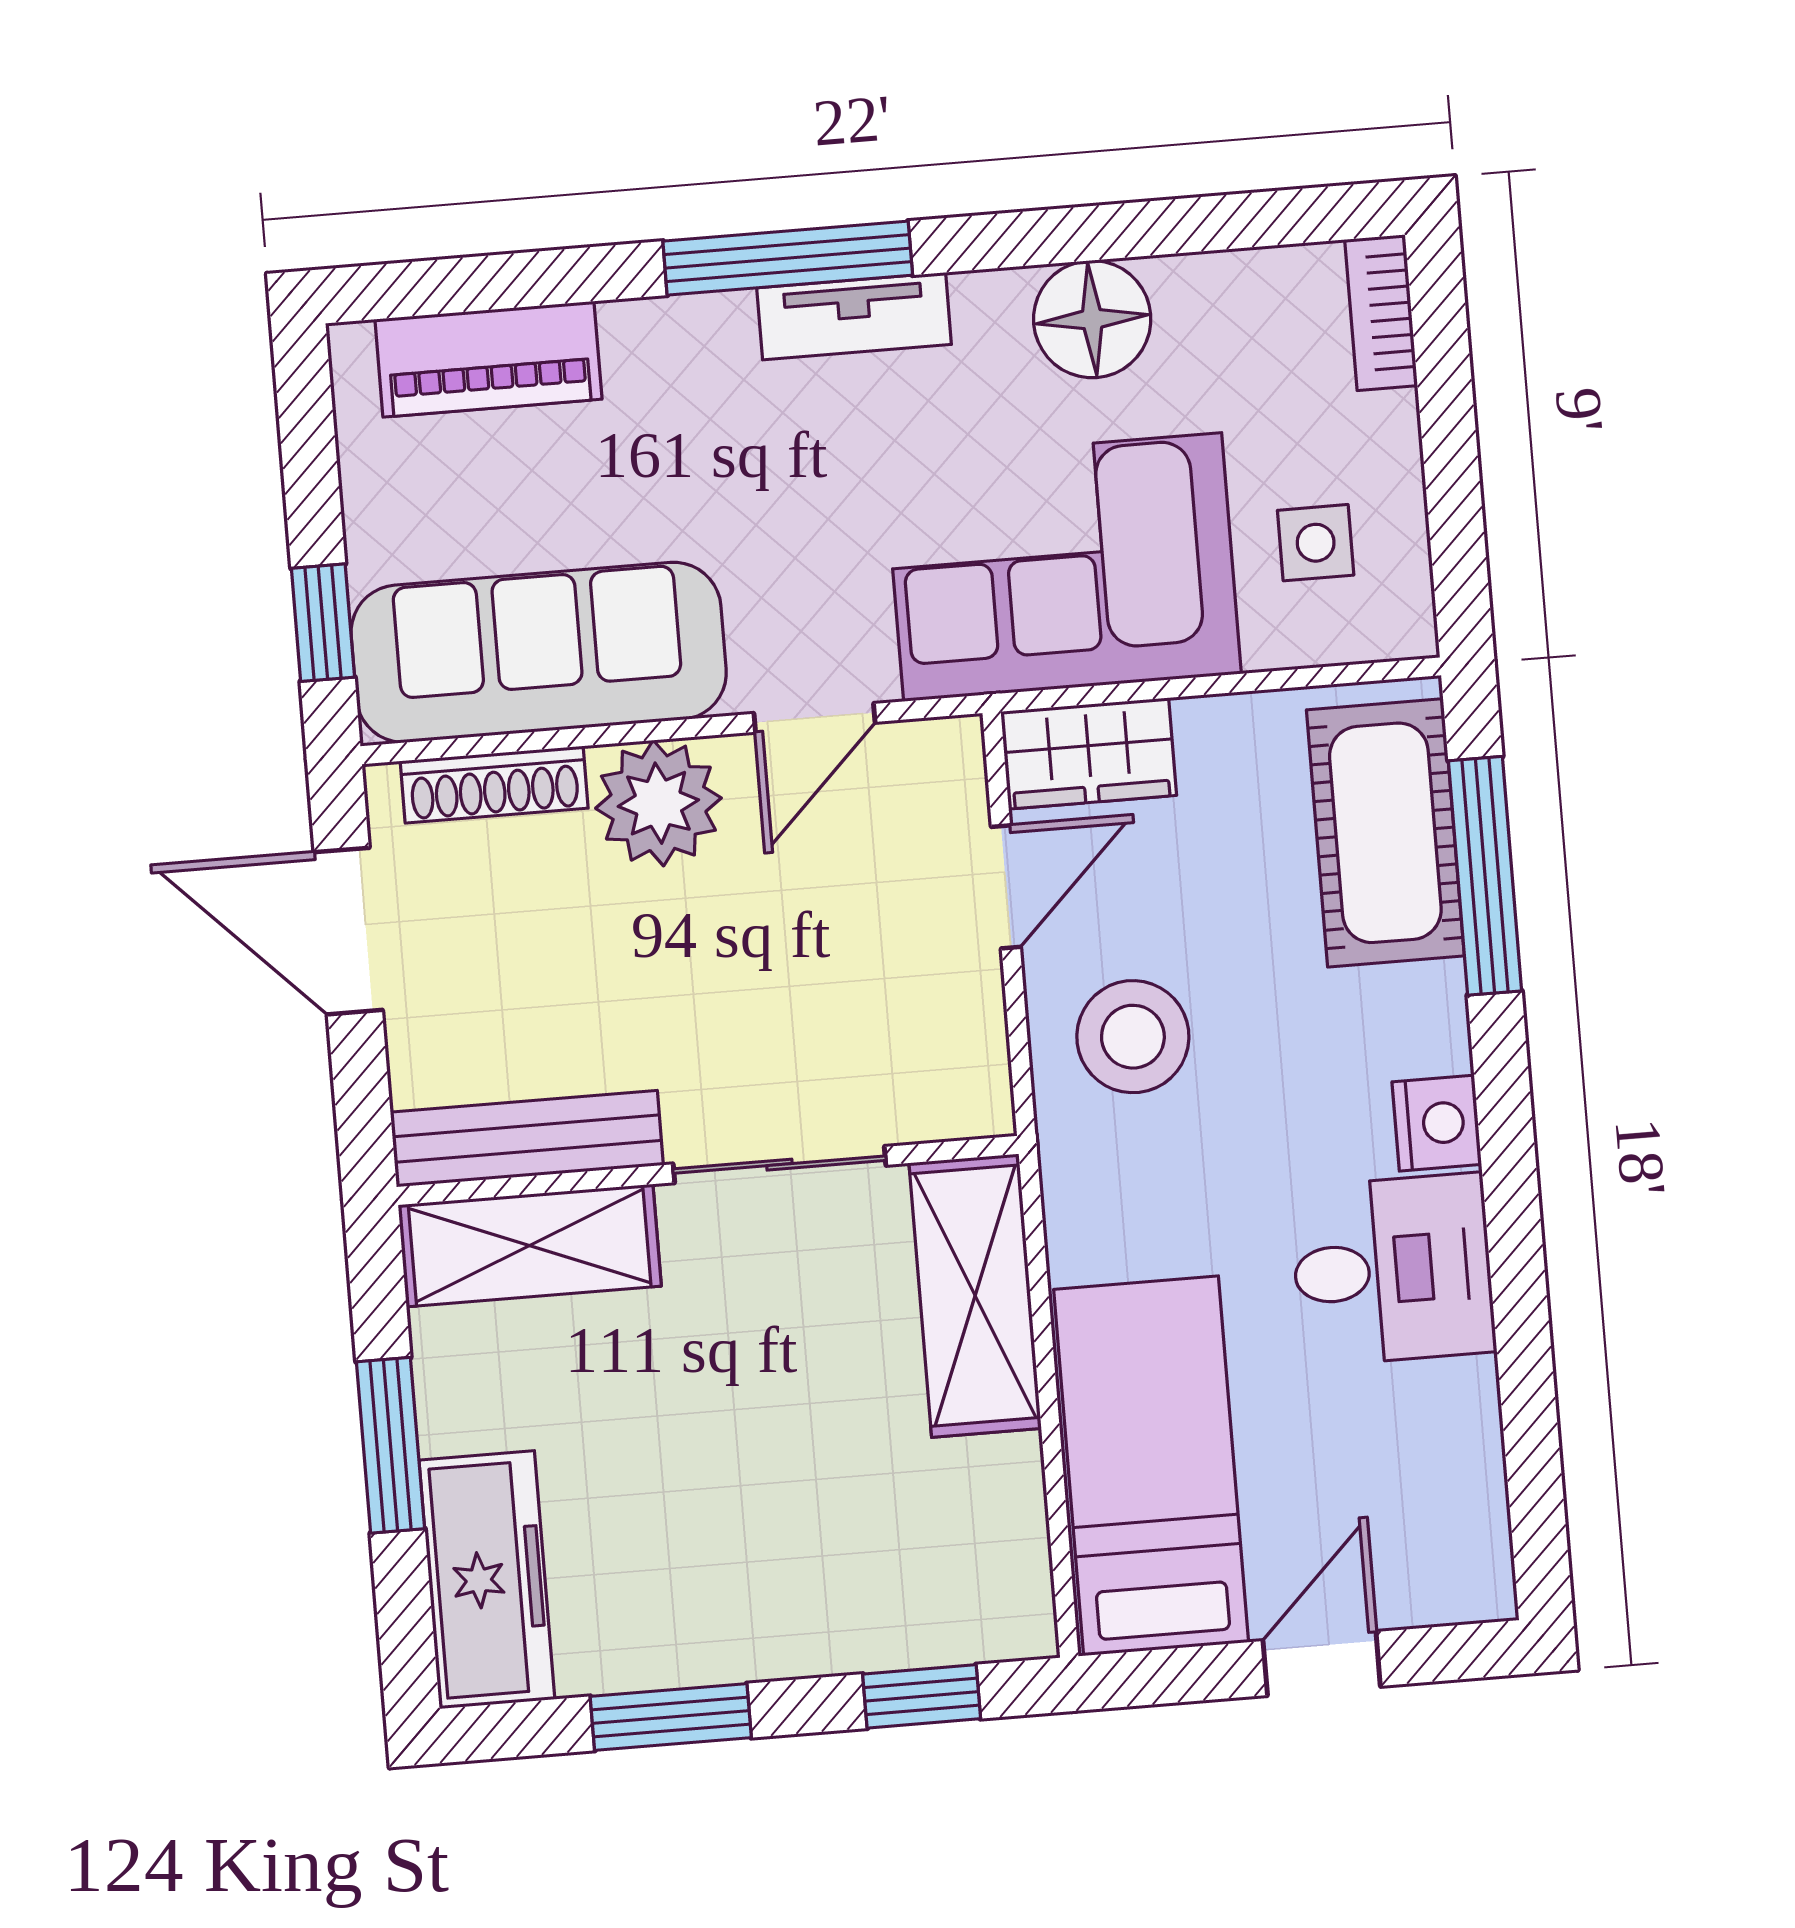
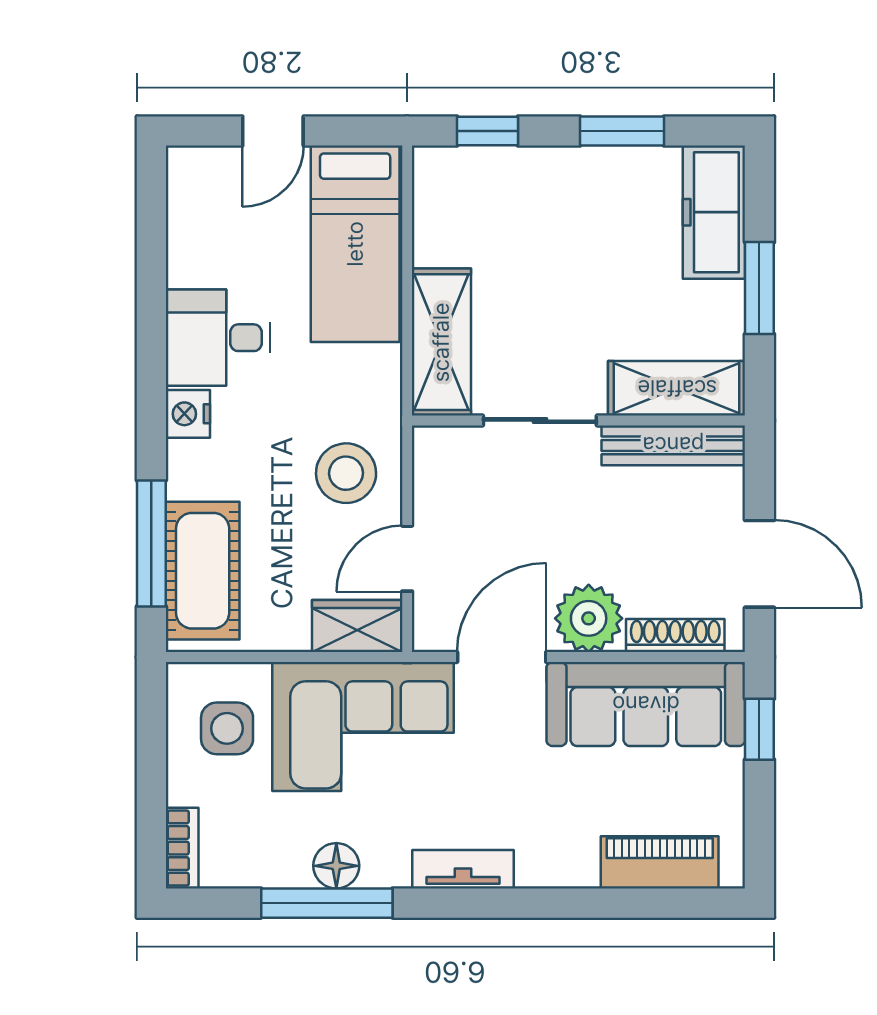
window: (788, 258) -> (327, 903), moved
floor lamp: (1092, 319) -> (336, 866), width x0.73, depth x0.73
side table: (1316, 543) -> (227, 728), width x1.37, depth x1.37
door: (814, 718) -> (502, 657), width x1.38

